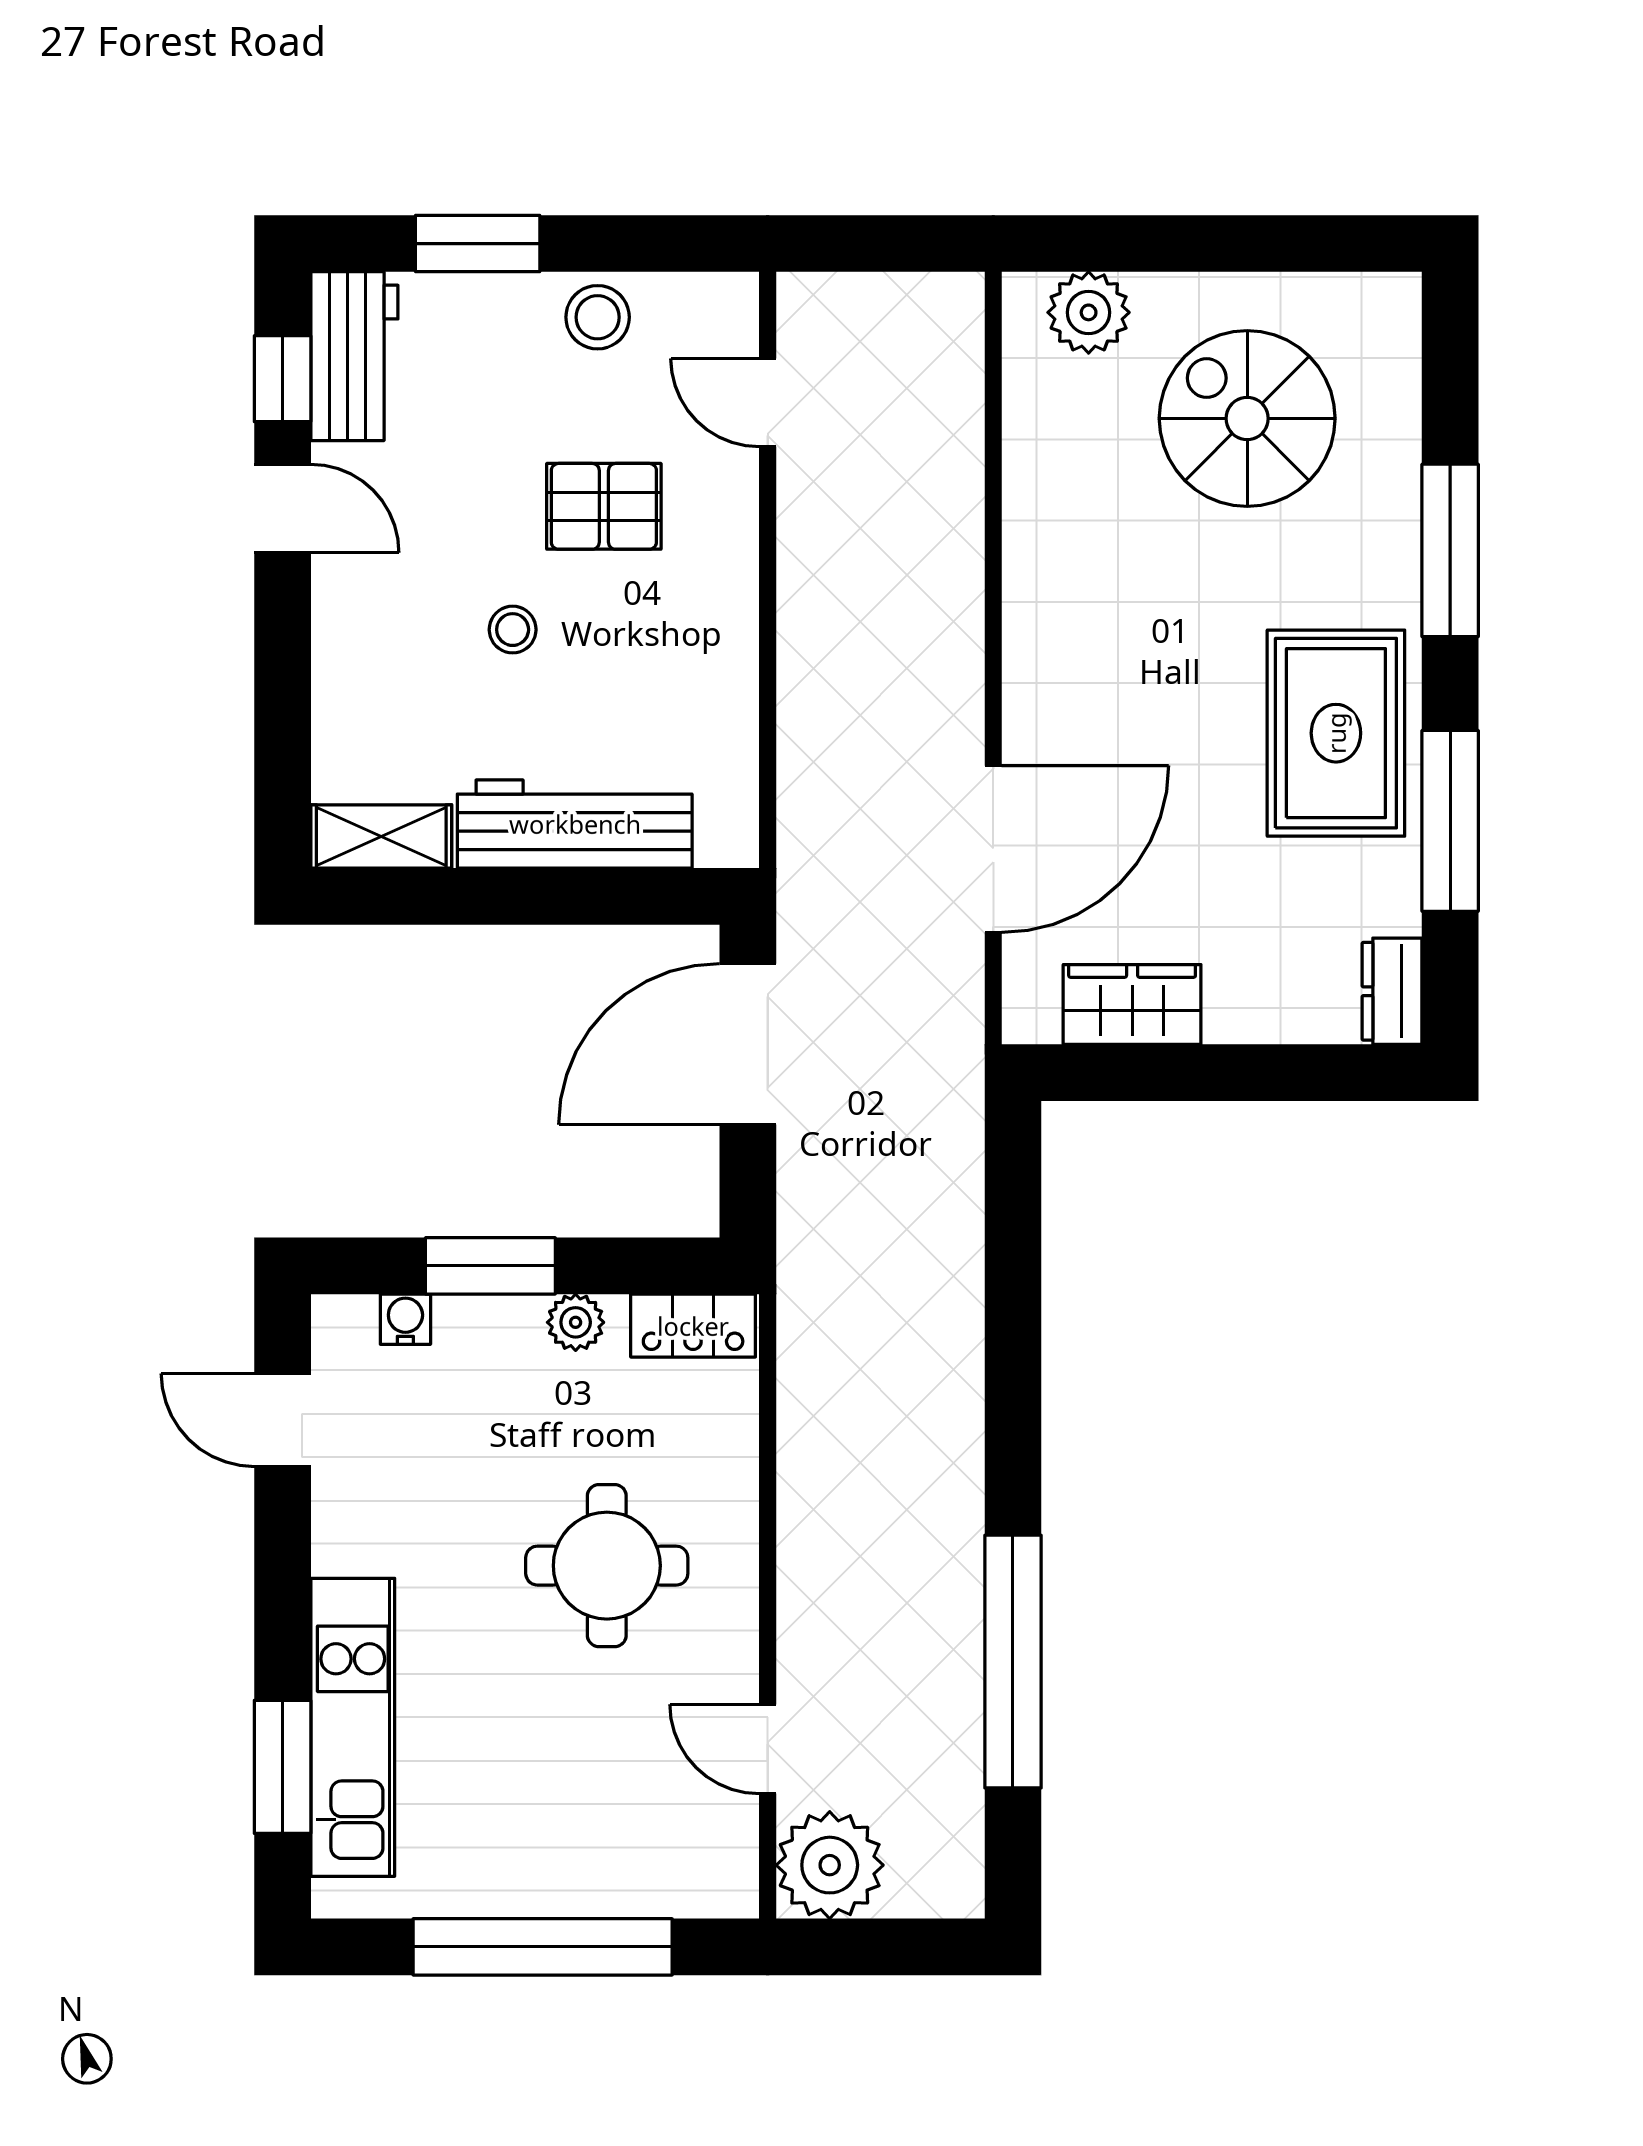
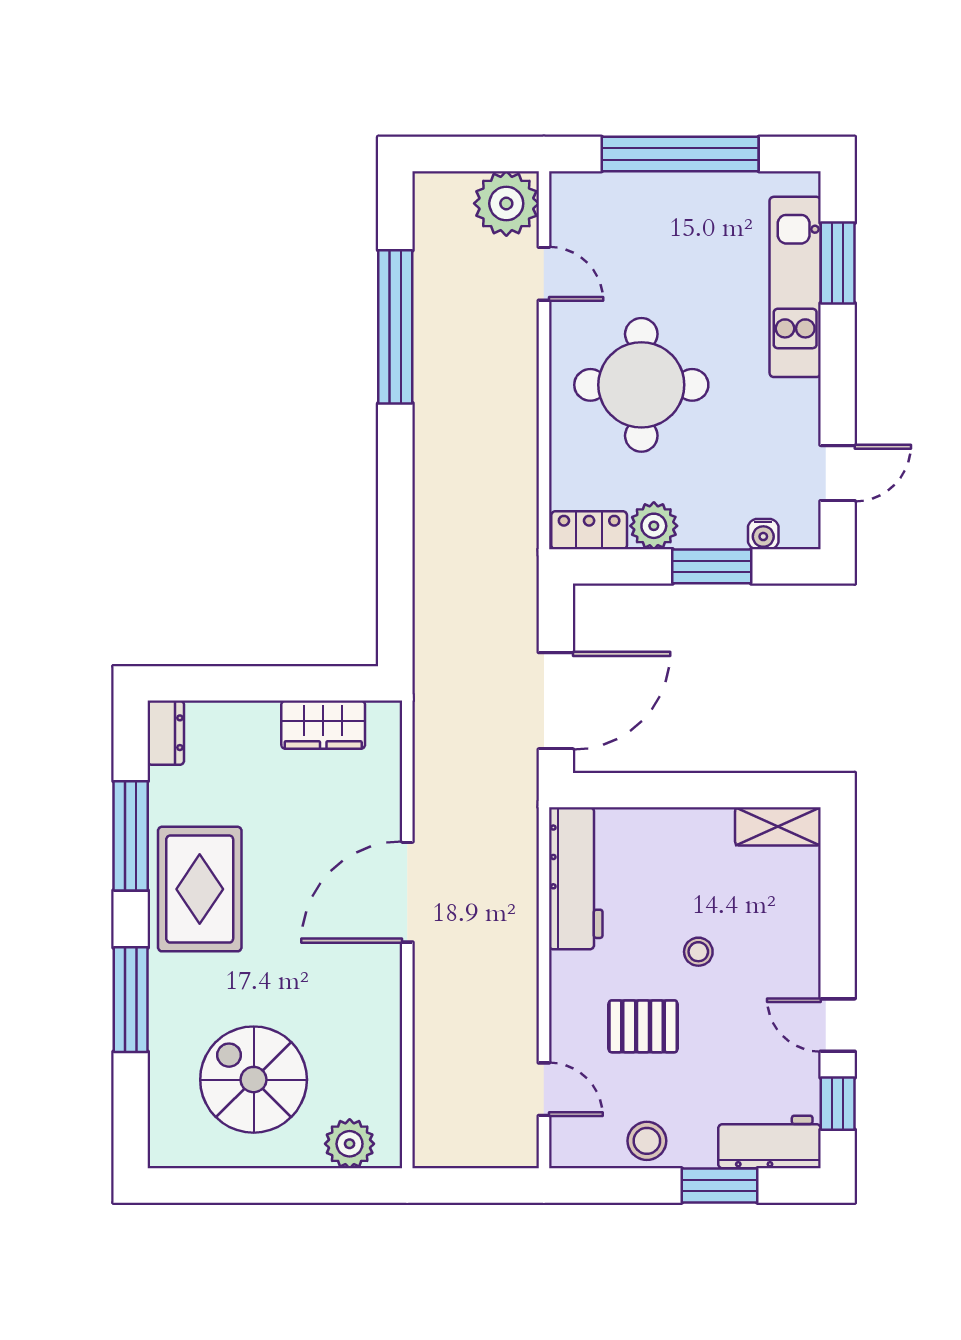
workbench: (354, 356) -> (769, 1142), moved, turned 90
spiral stairs: (1247, 418) -> (254, 1080), turned 180
workbench: (575, 824) -> (576, 878), moved, turned -90
door: (993, 849) -> (407, 892), moved
plant: (576, 1322) -> (654, 526), width x1.38, depth x1.38
door: (283, 1420) -> (838, 473), hinge flipped
round table: (607, 1566) -> (641, 385), width x1.36, depth x1.36

